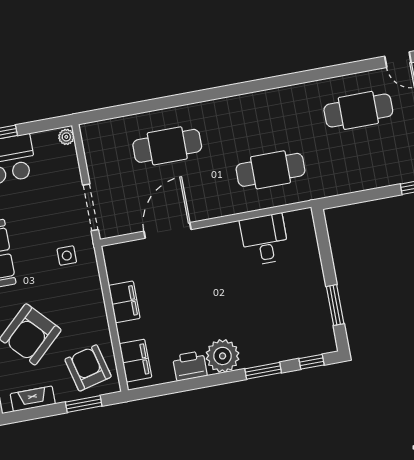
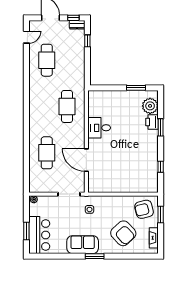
desk: (265, 240) -> (99, 128), moved
filing cabinet: (124, 302) -> (116, 187), removed
plant: (223, 356) -> (150, 106), moved
filing cabinet: (135, 361) -> (145, 186), removed
window: (311, 362) -> (161, 167), moved
printer: (190, 366) -> (152, 122), moved

